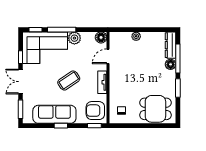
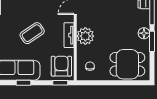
floor lamp: (171, 64) -> (144, 33), moved
plant: (117, 83) -> (85, 36), added
armchair: (95, 111) -> (61, 66), turned 90

